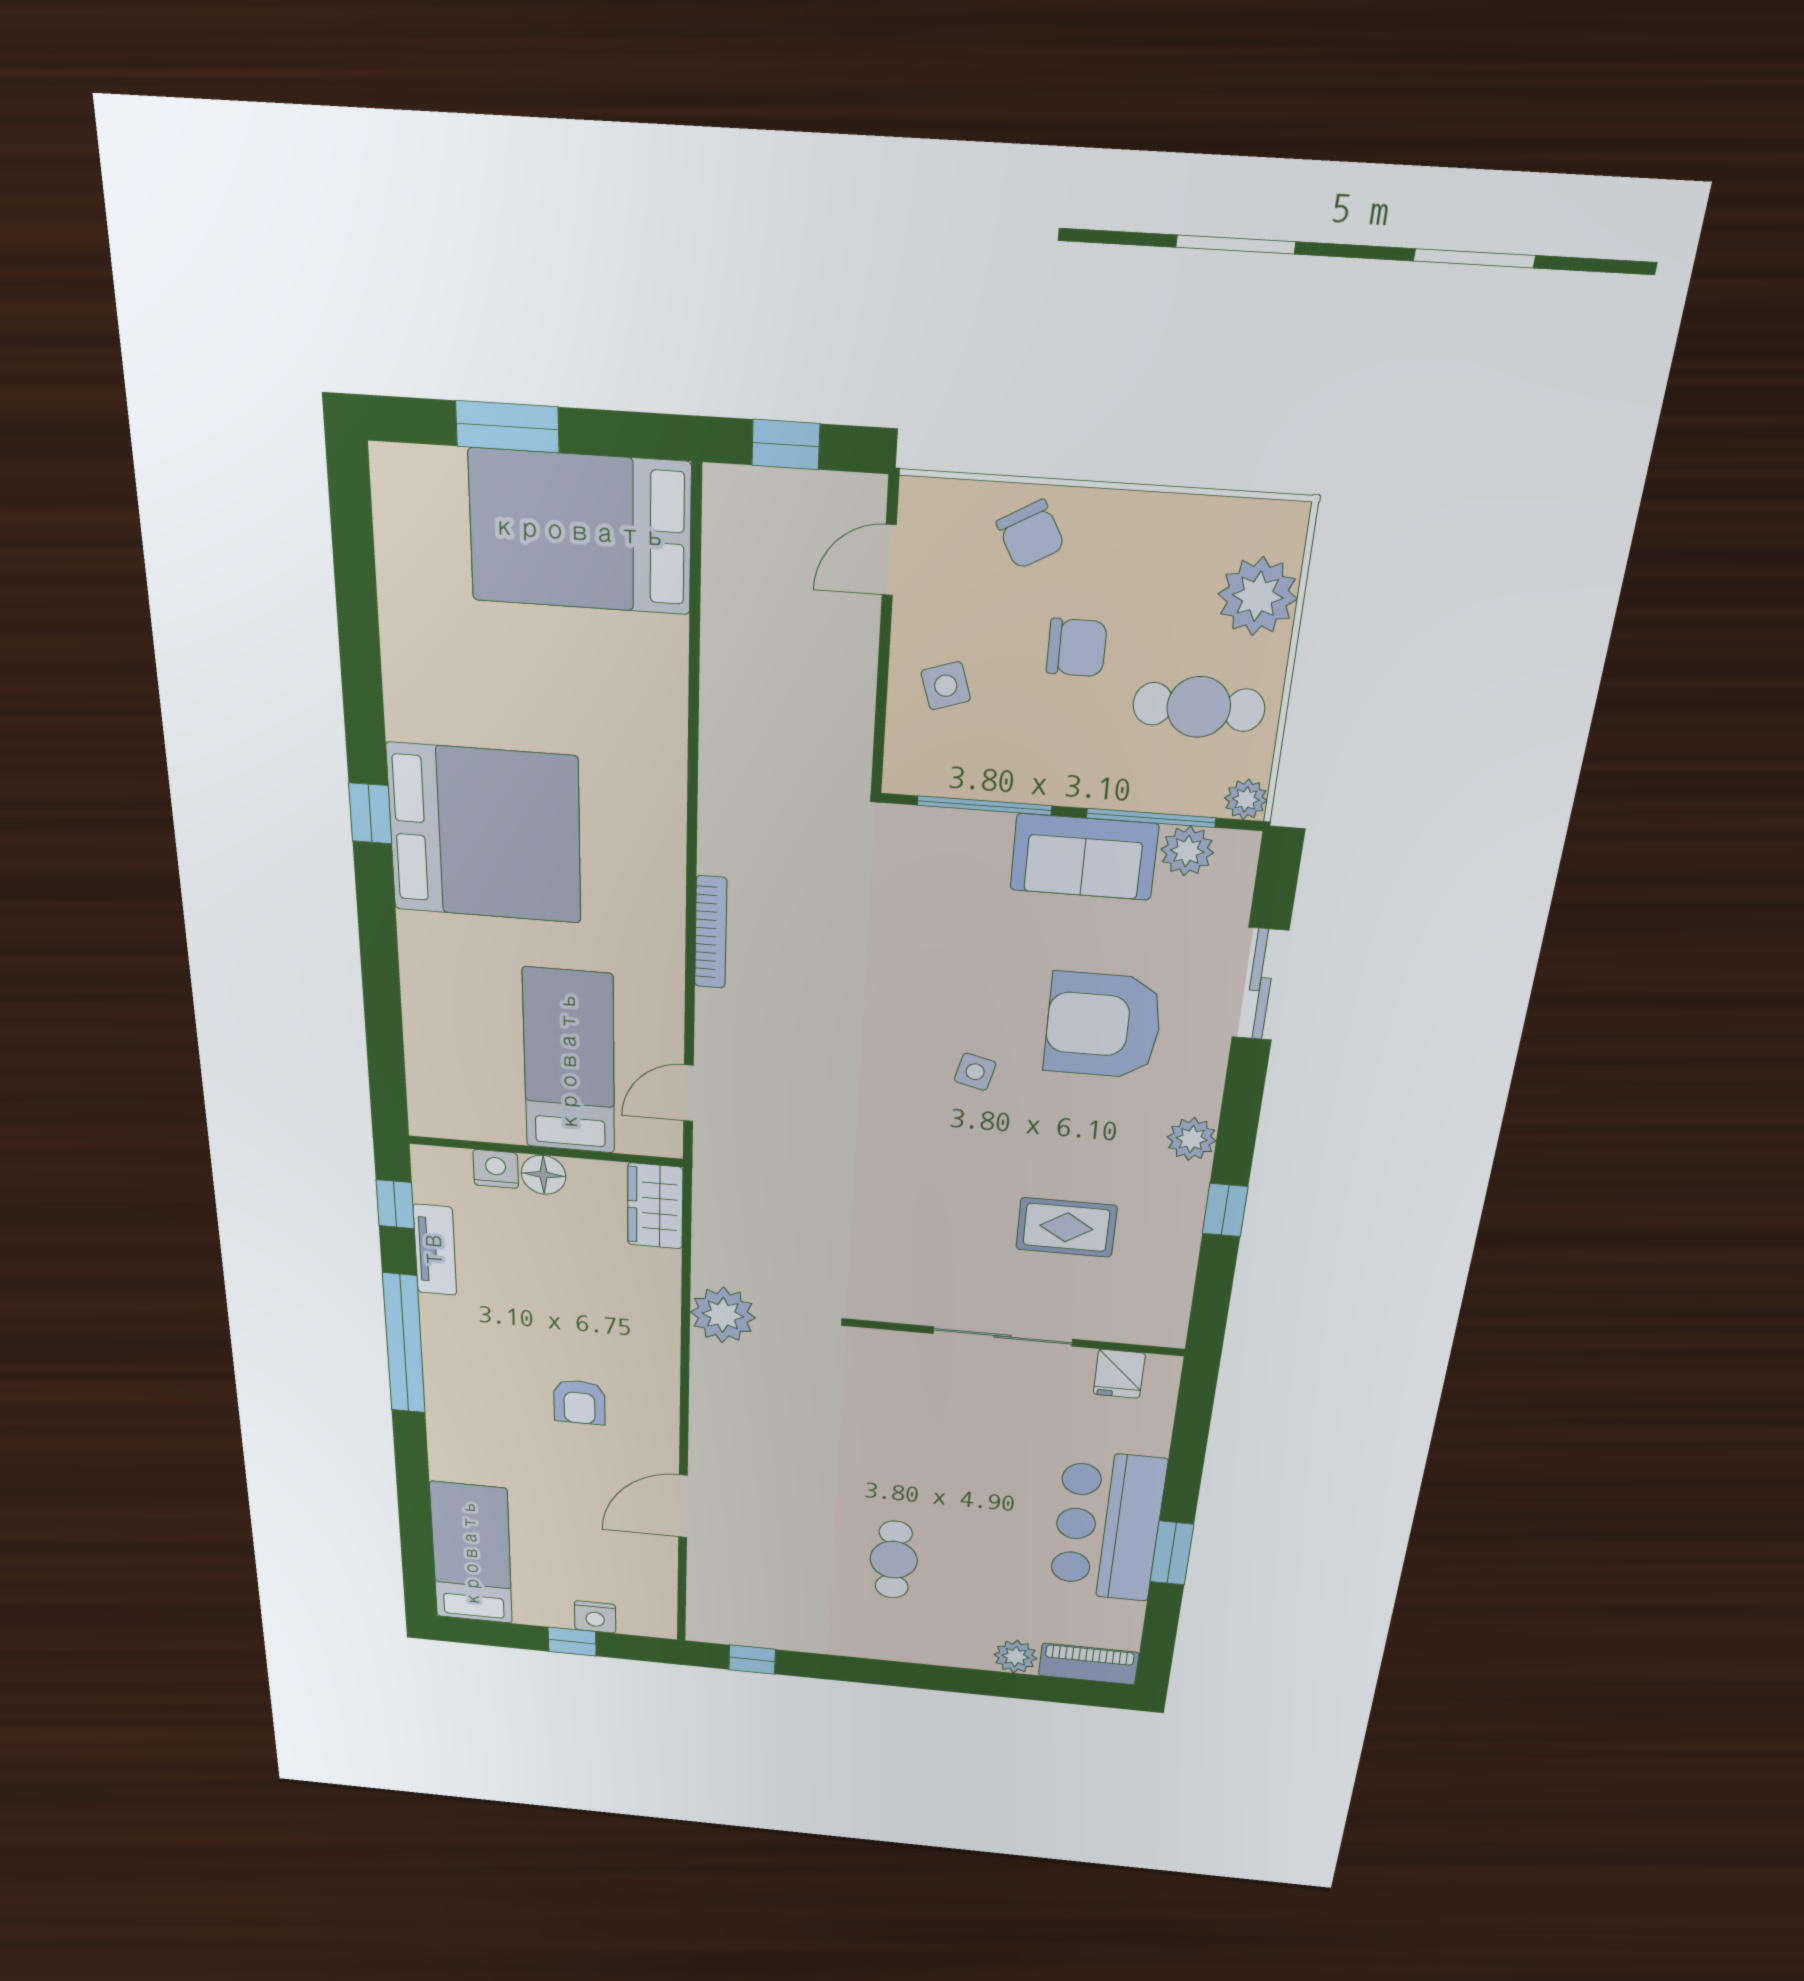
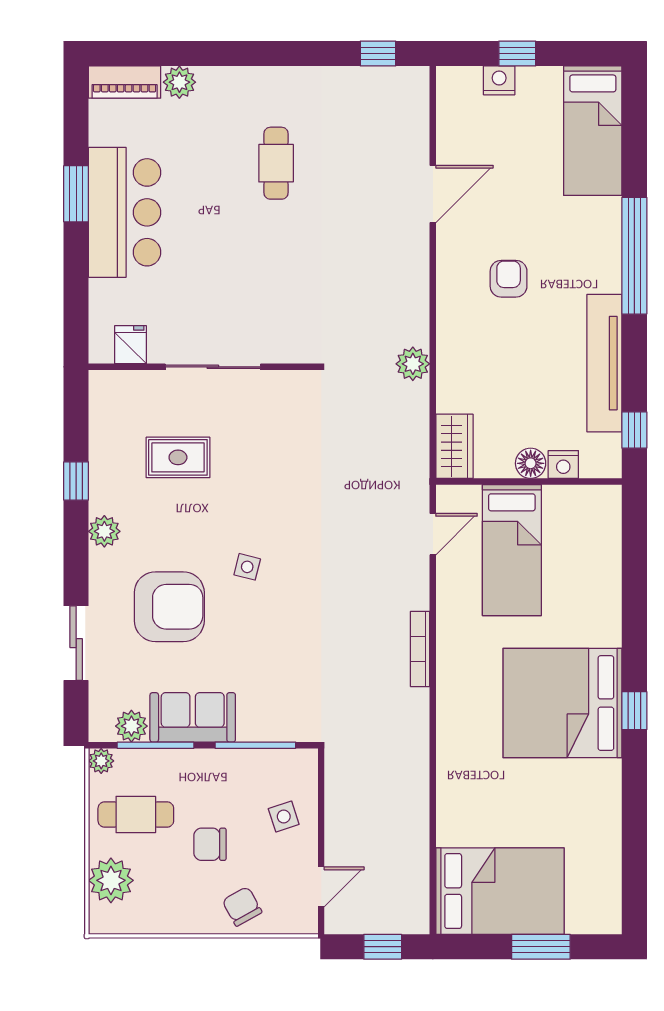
tv unit: (435, 1250) -> (604, 363), width x1.92, depth x1.29
plant: (723, 1315) -> (413, 364), width x0.73, depth x0.73
window: (404, 1344) -> (634, 256), moved

